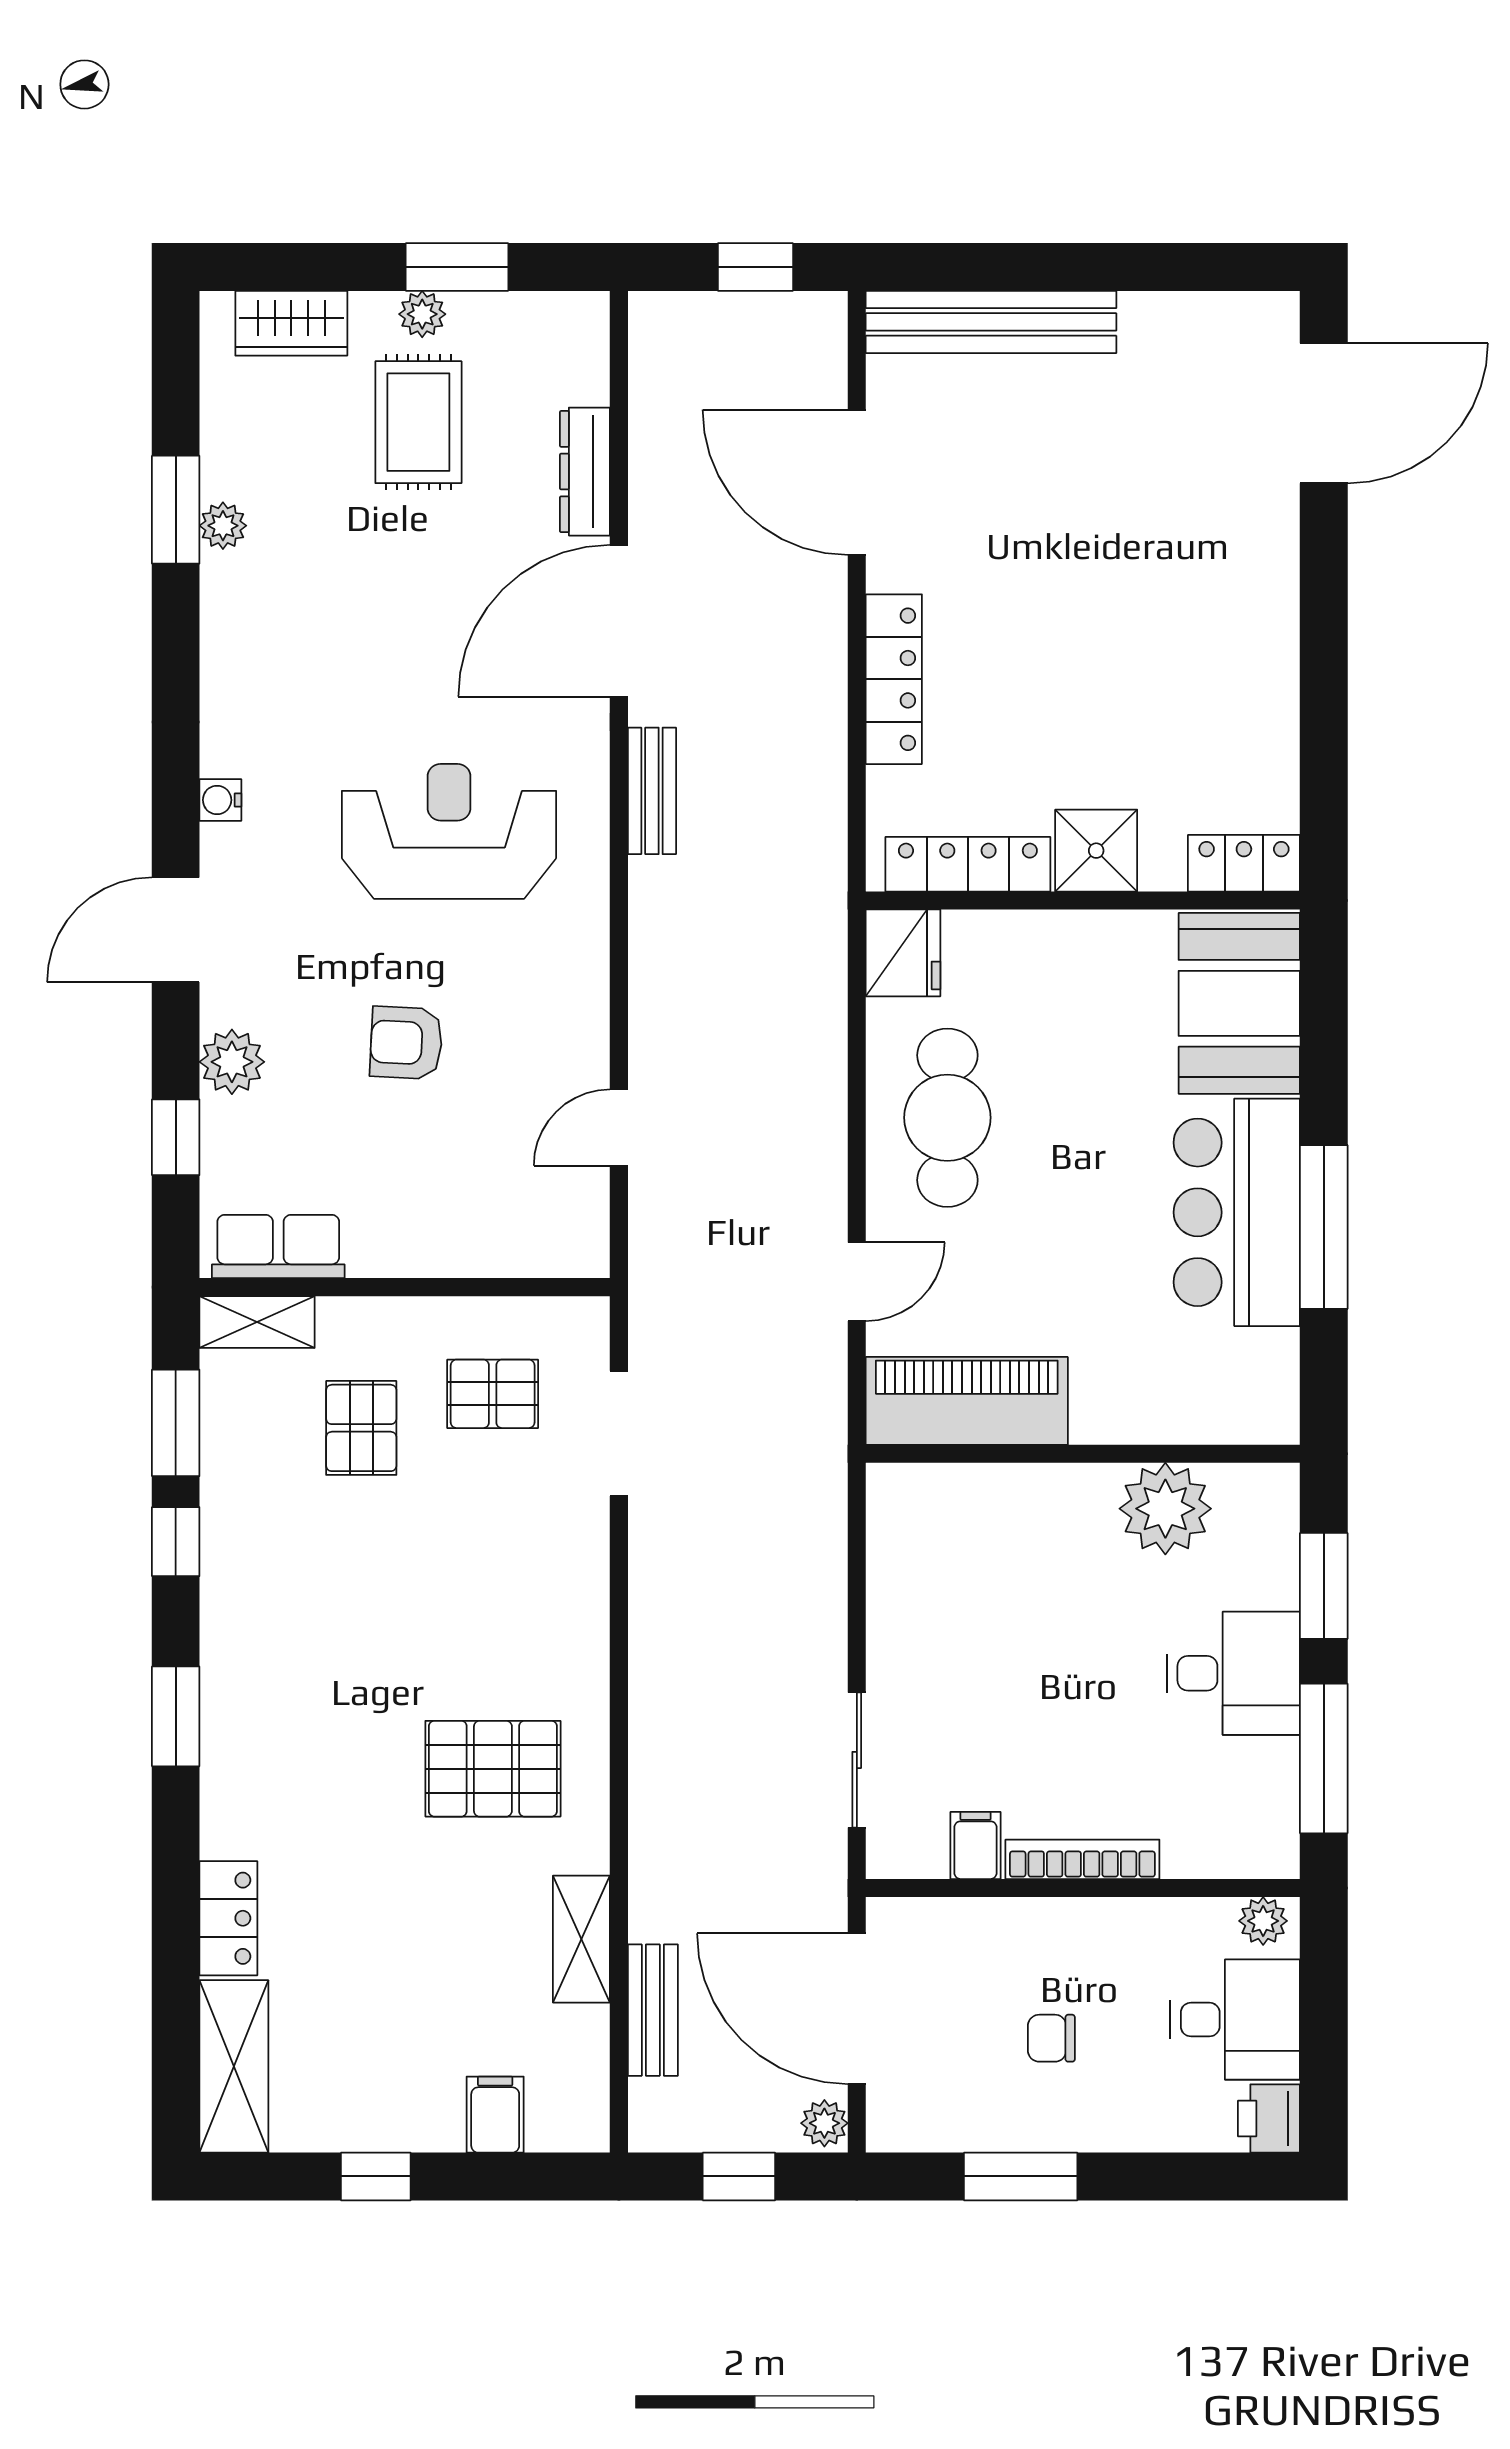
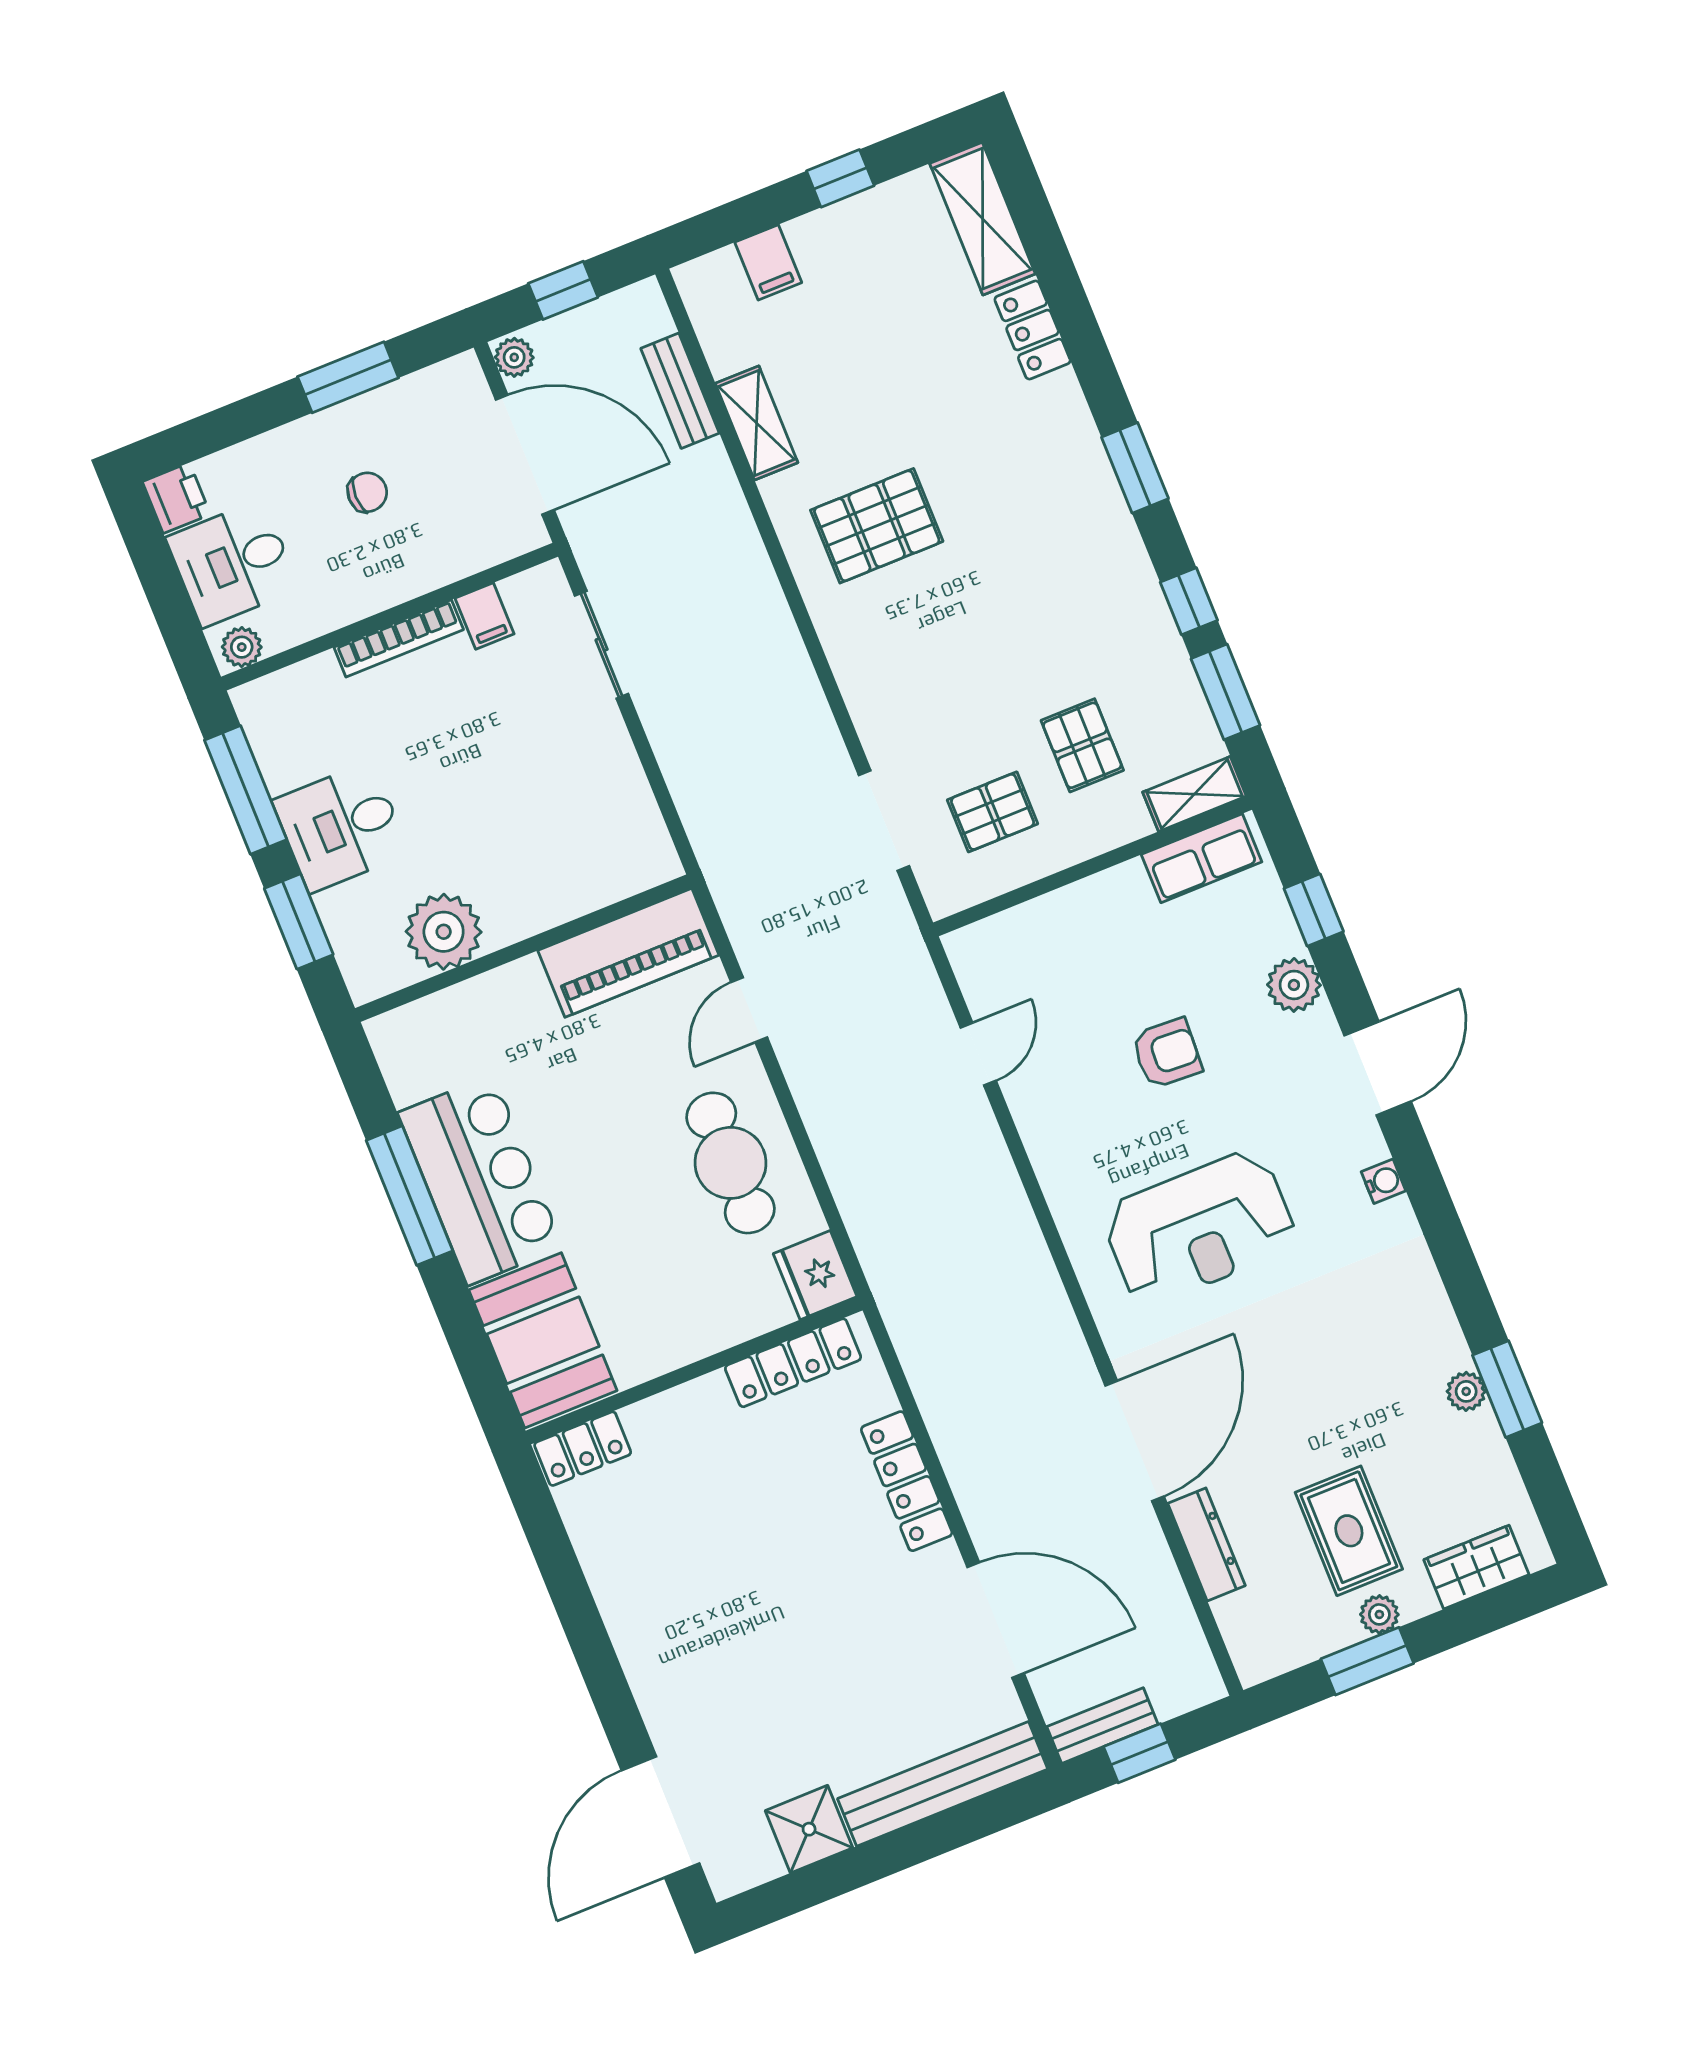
bench: (652, 791) -> (1102, 1726), moved, turned 90
shower: (1096, 851) -> (809, 1829), moved

